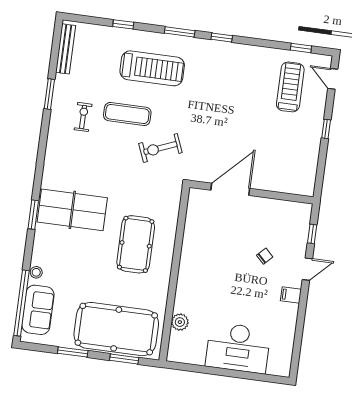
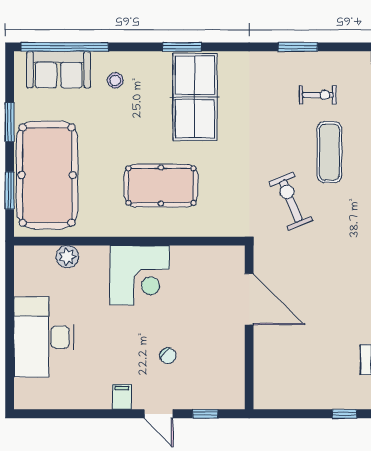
window: (49, 94) -> (298, 47), moved
corner desk: (201, 269) -> (140, 275), added
stool: (36, 272) -> (115, 80), moved

